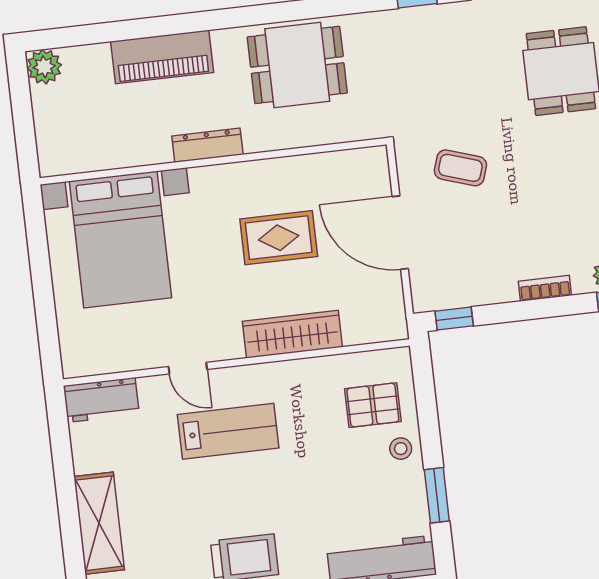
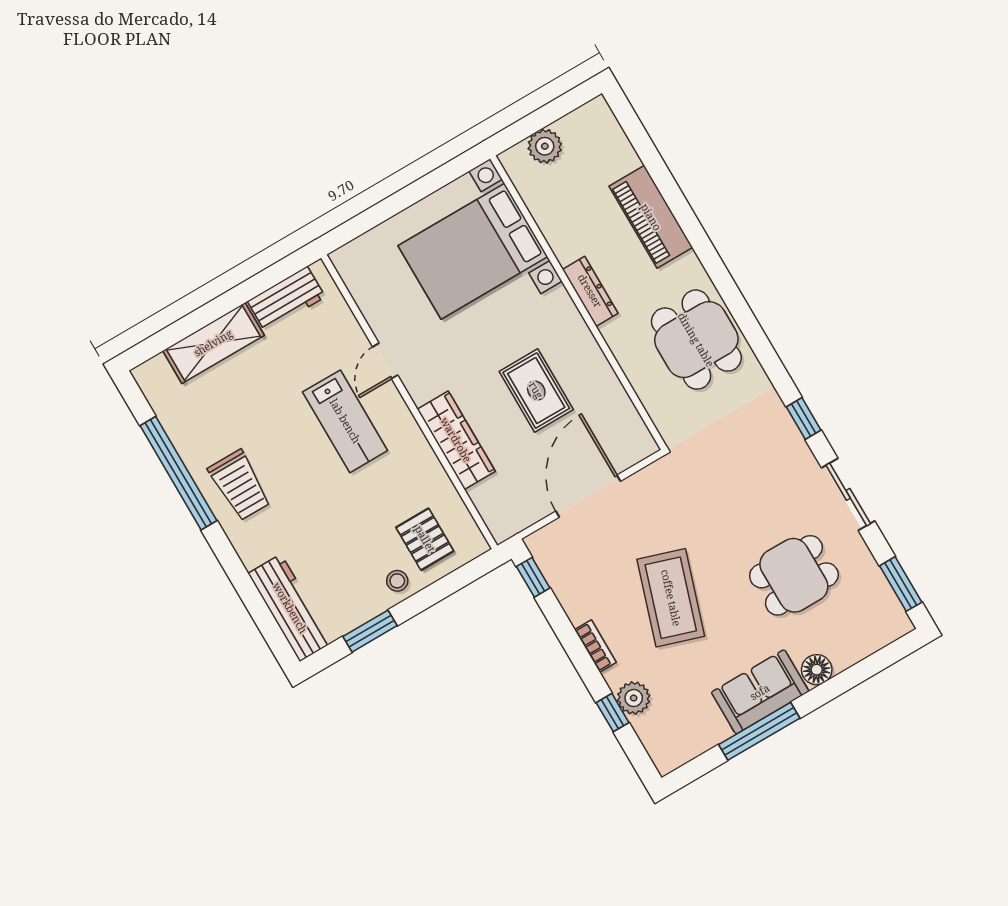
plant: (44, 67) -> (545, 146), moved
coffee table: (460, 168) -> (671, 598), moved, width x1.86, depth x1.72
workbench: (101, 400) -> (286, 299), moved, turned -90

